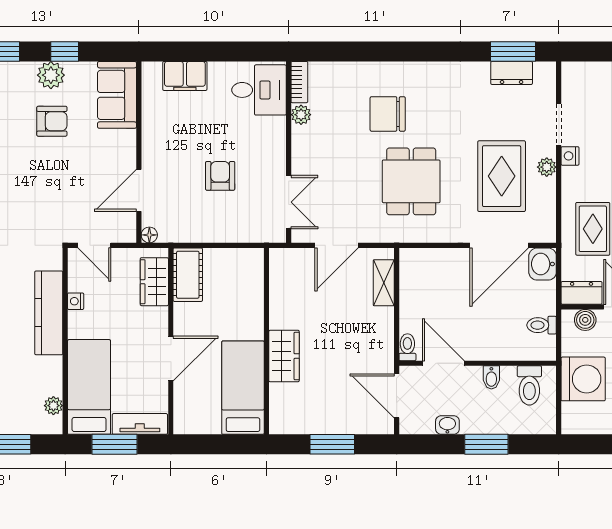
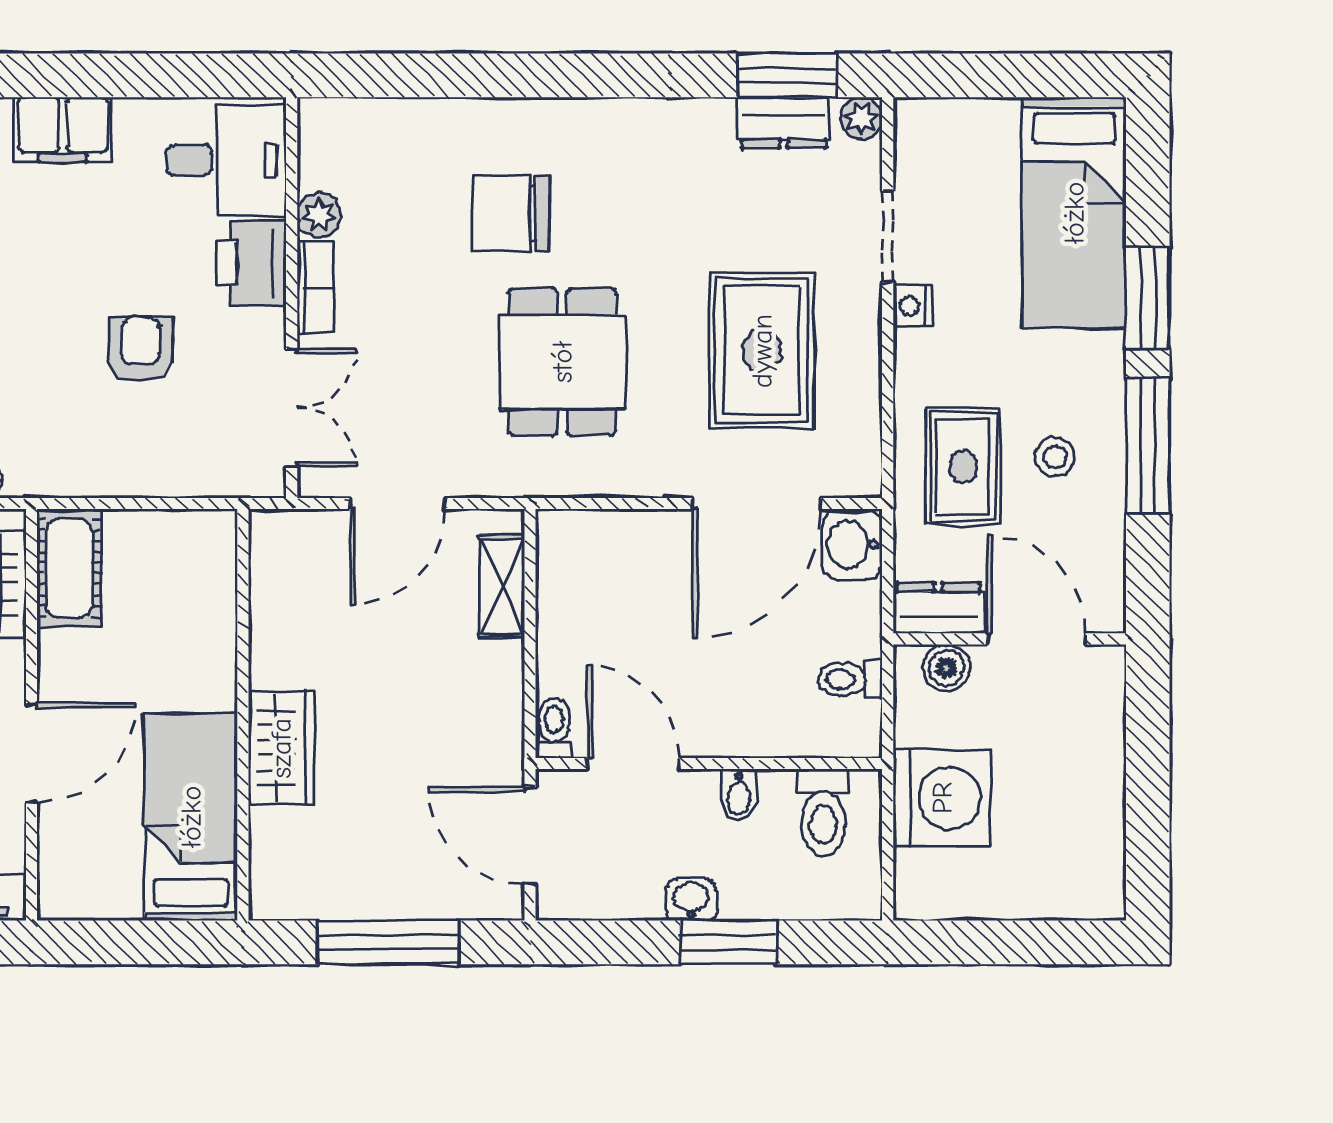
bookcase: (299, 82) -> (315, 287), moved
printer: (270, 136) -> (251, 263), added
plant: (547, 167) -> (861, 118), moved
washbasin: (447, 425) -> (691, 900), moved
window: (332, 444) -> (388, 942), width x1.44

